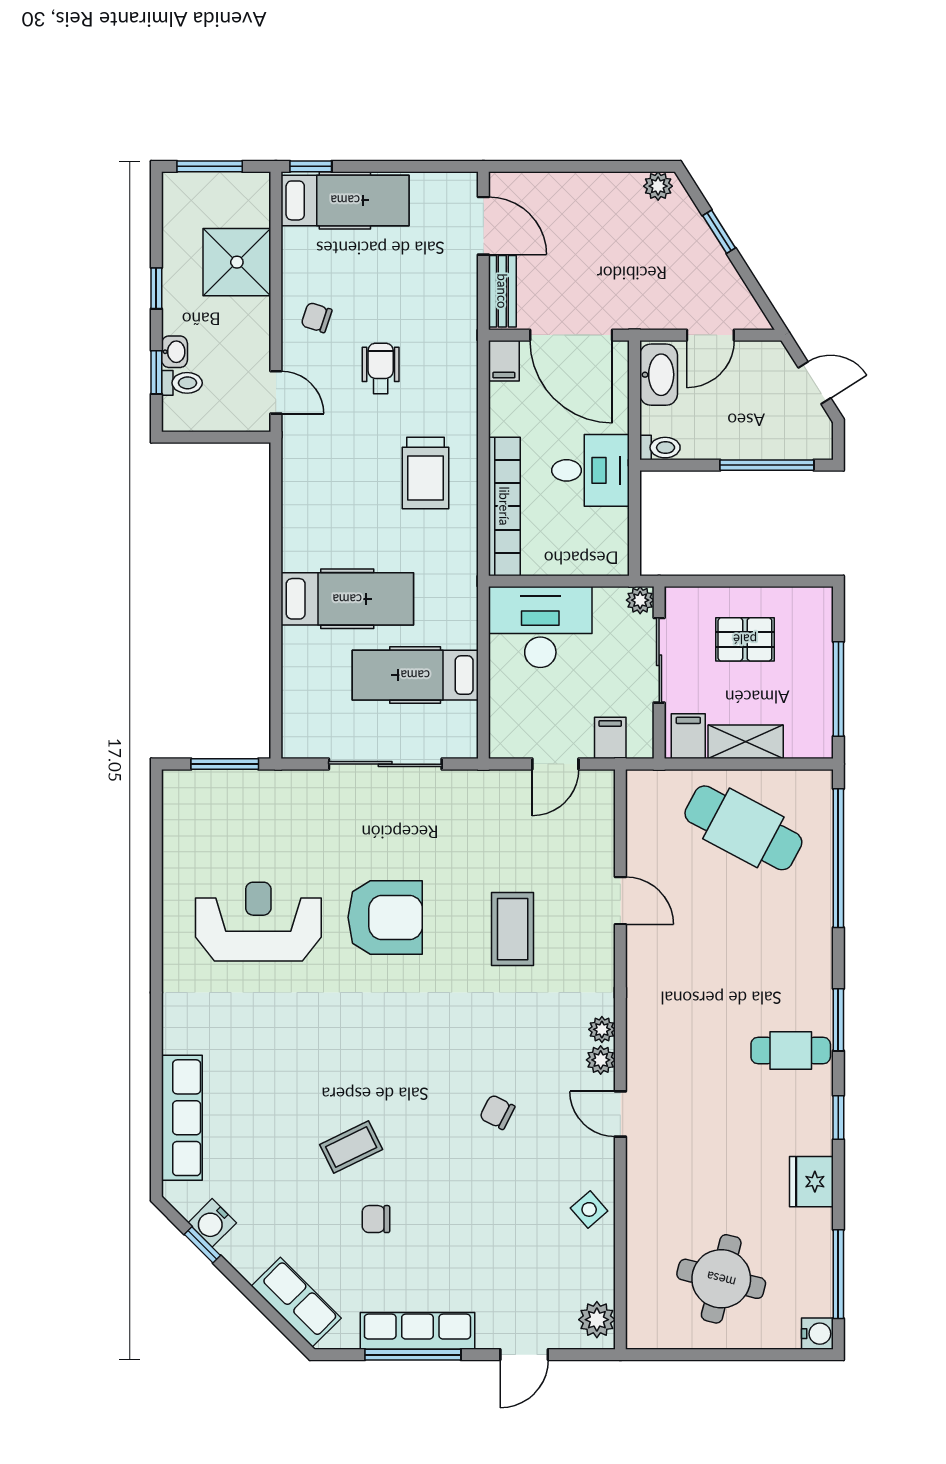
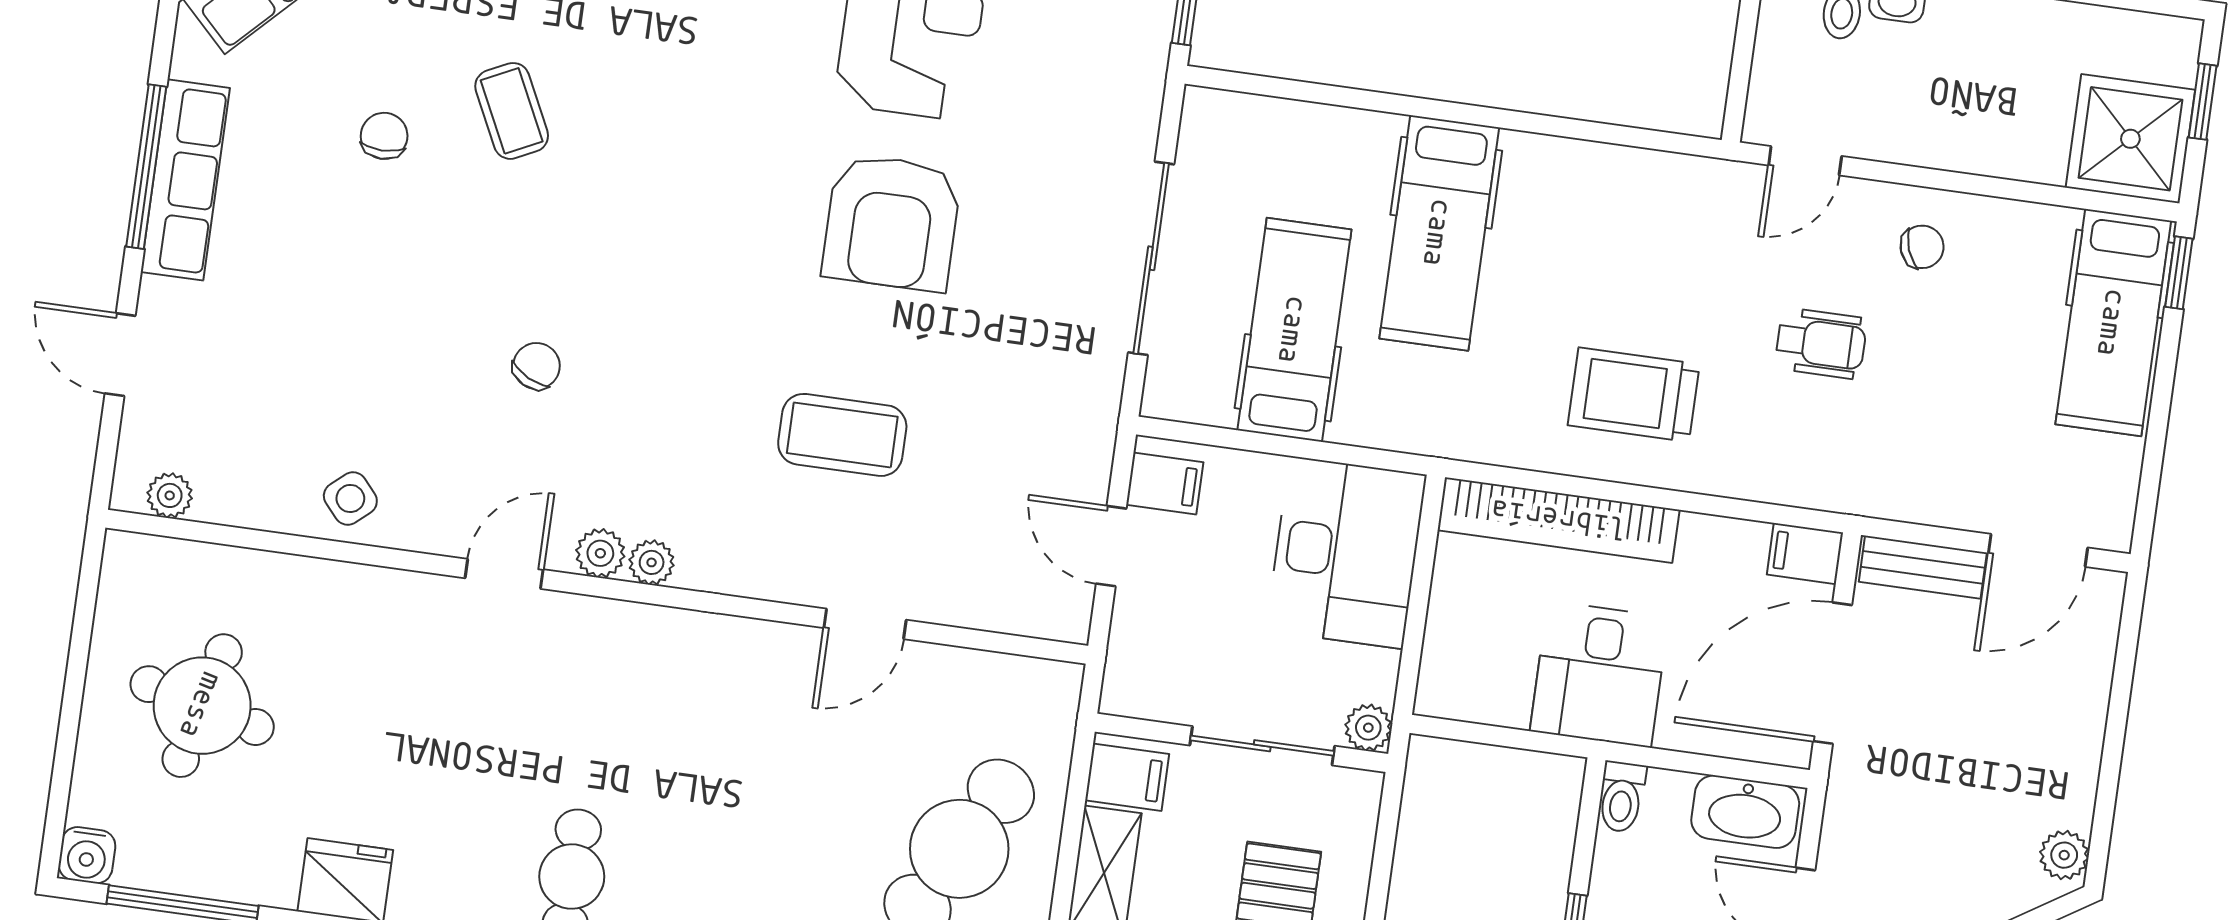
window: (210, 166) -> (2203, 102), width x0.67
shower: (237, 262) -> (2130, 139), moved
chair: (316, 317) -> (1922, 247), turned 52
filing cabinet: (610, 738) -> (1165, 484), moved
plant: (597, 1320) -> (170, 495), width x0.73, depth x0.73

